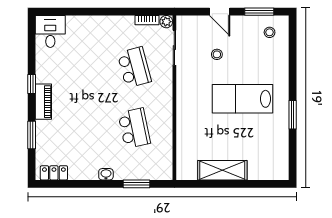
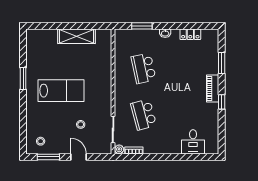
desk: (50, 31) -> (193, 142), moved
locker: (54, 173) -> (190, 34), moved

